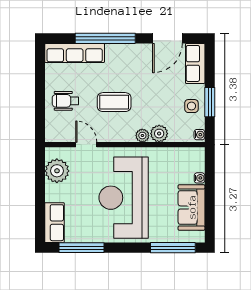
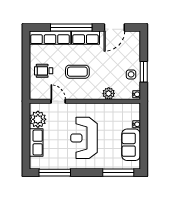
row of seats: (195, 63) -> (85, 38), moved, turned -90
plant: (142, 136) -> (97, 95), removed
reception desk: (124, 198) -> (84, 138), width x0.74, depth x0.77
row of seats: (55, 223) -> (36, 143), moved

